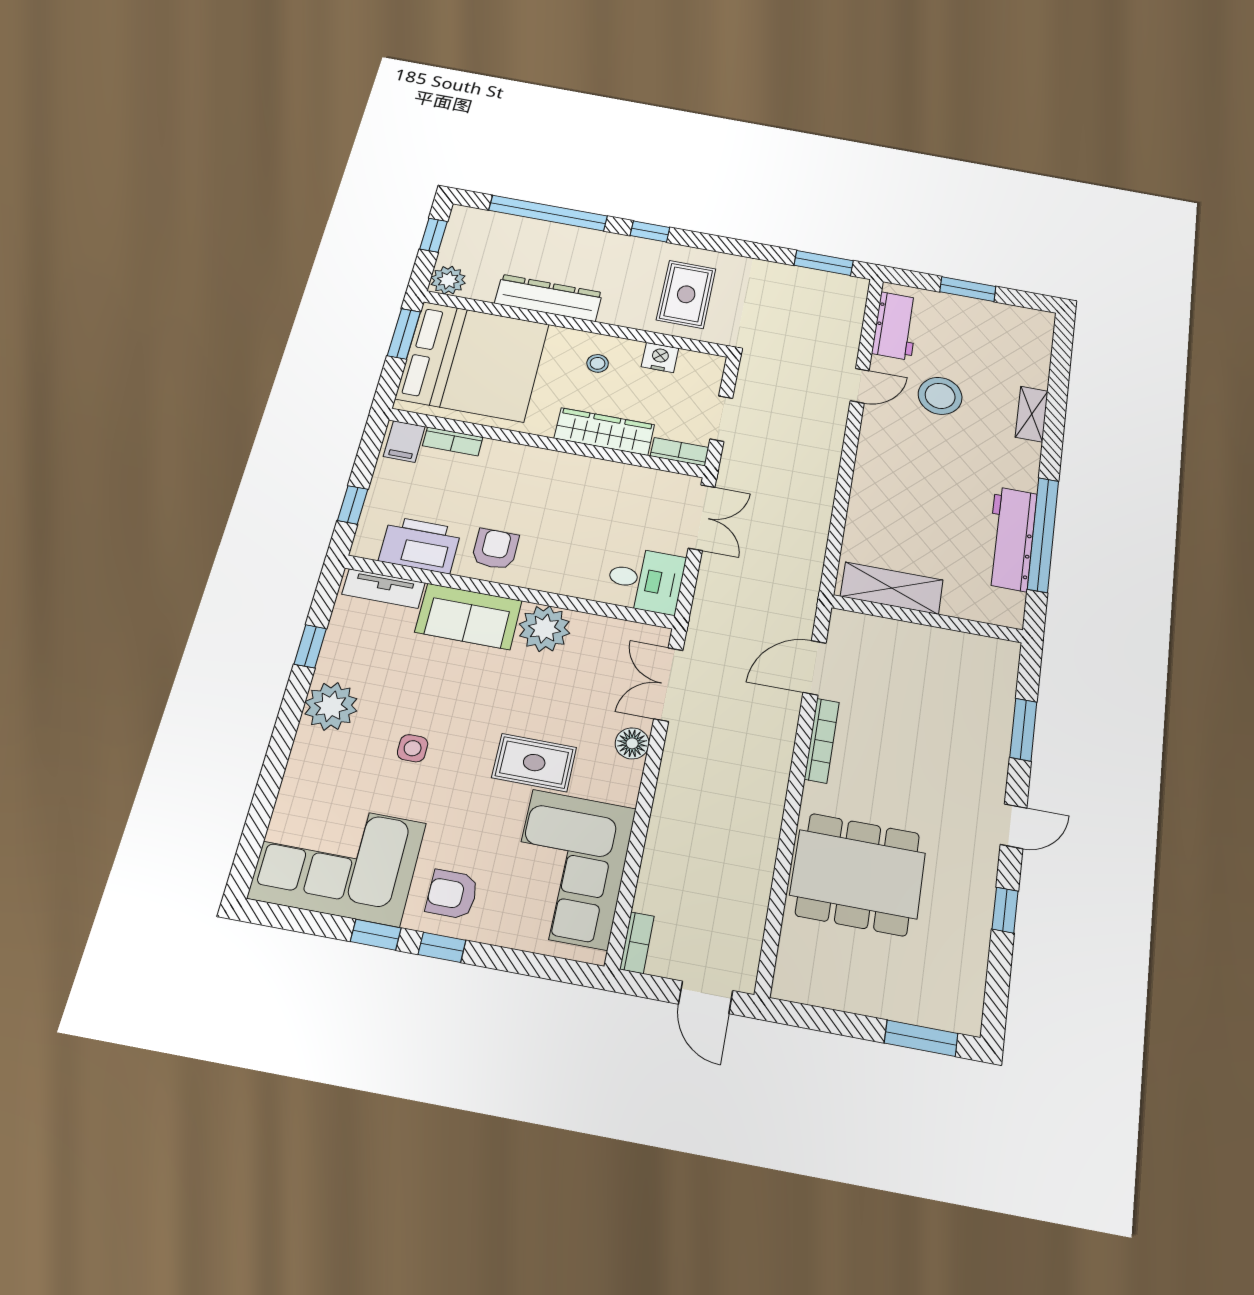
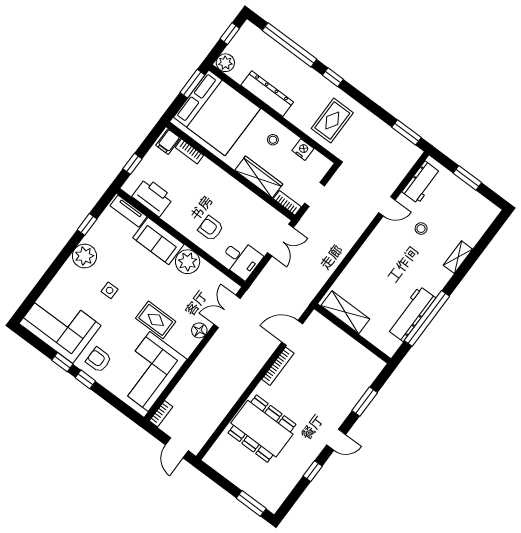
stool: (940, 396) -> (421, 229), width x0.53, depth x0.53
armchair: (495, 549) -> (211, 228), moved, turned -90

